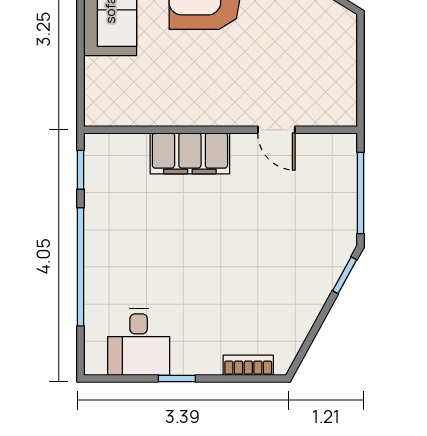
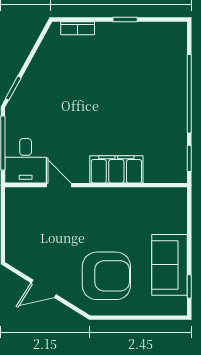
desk: (139, 342) -> (26, 161), moved, turned 180

